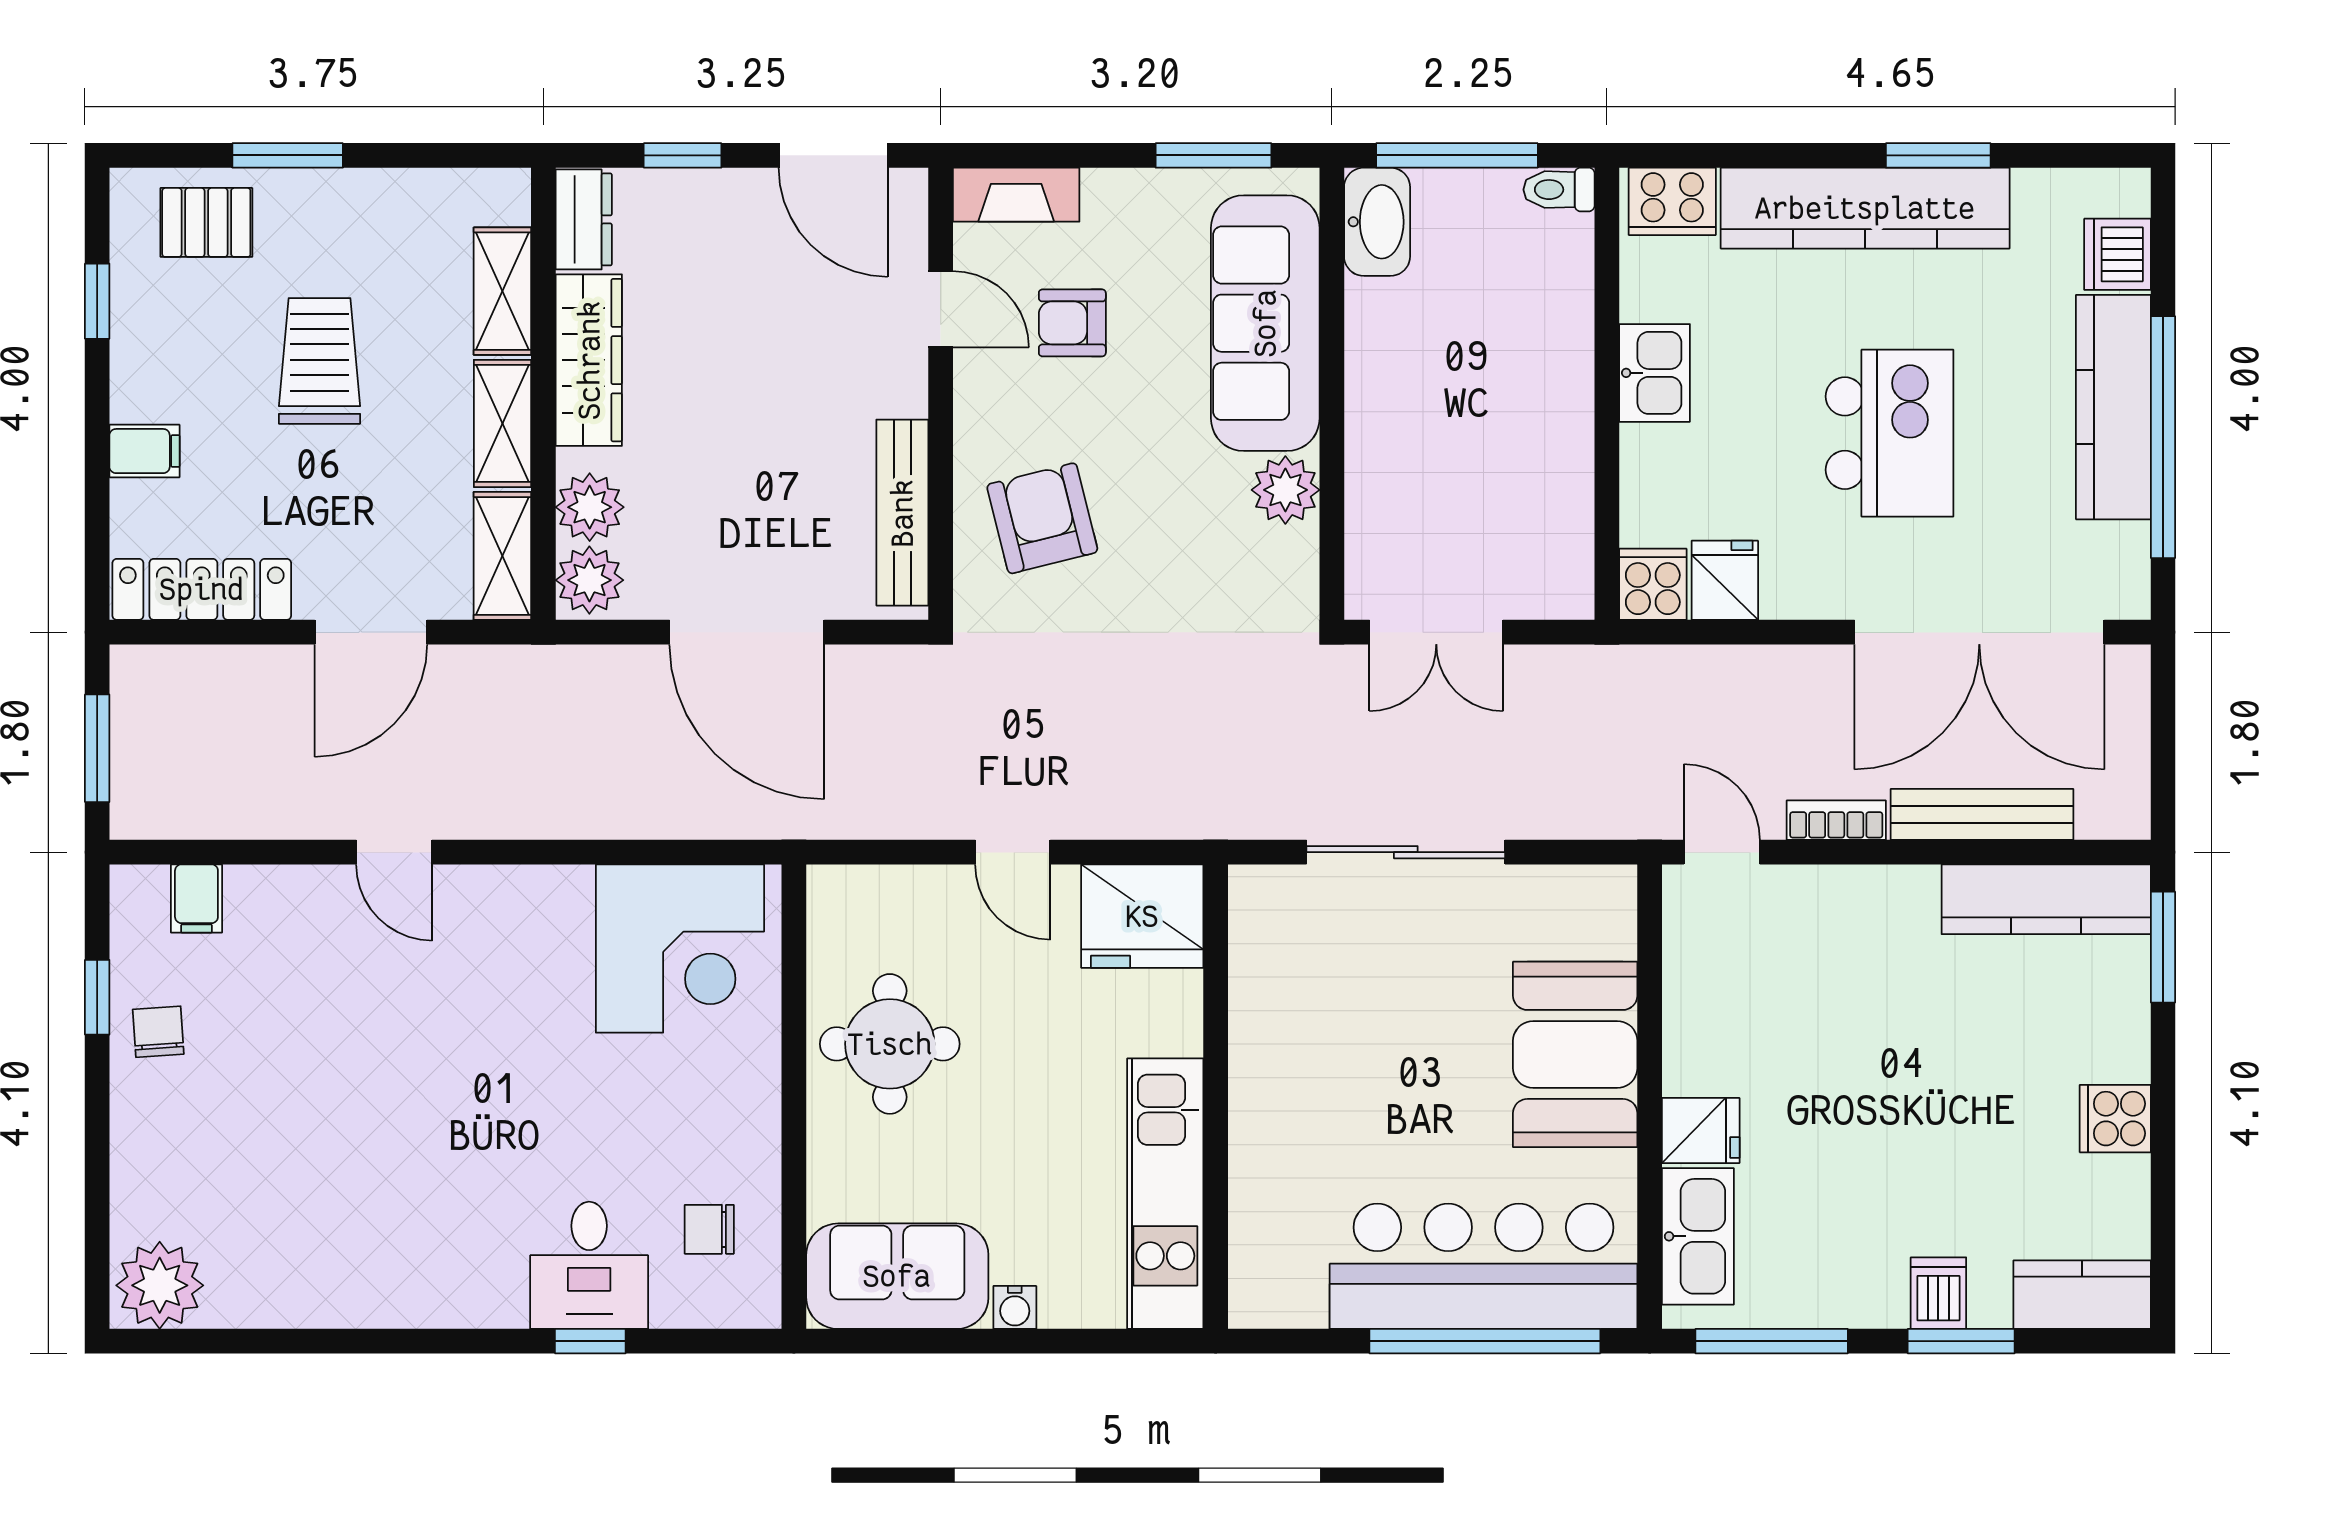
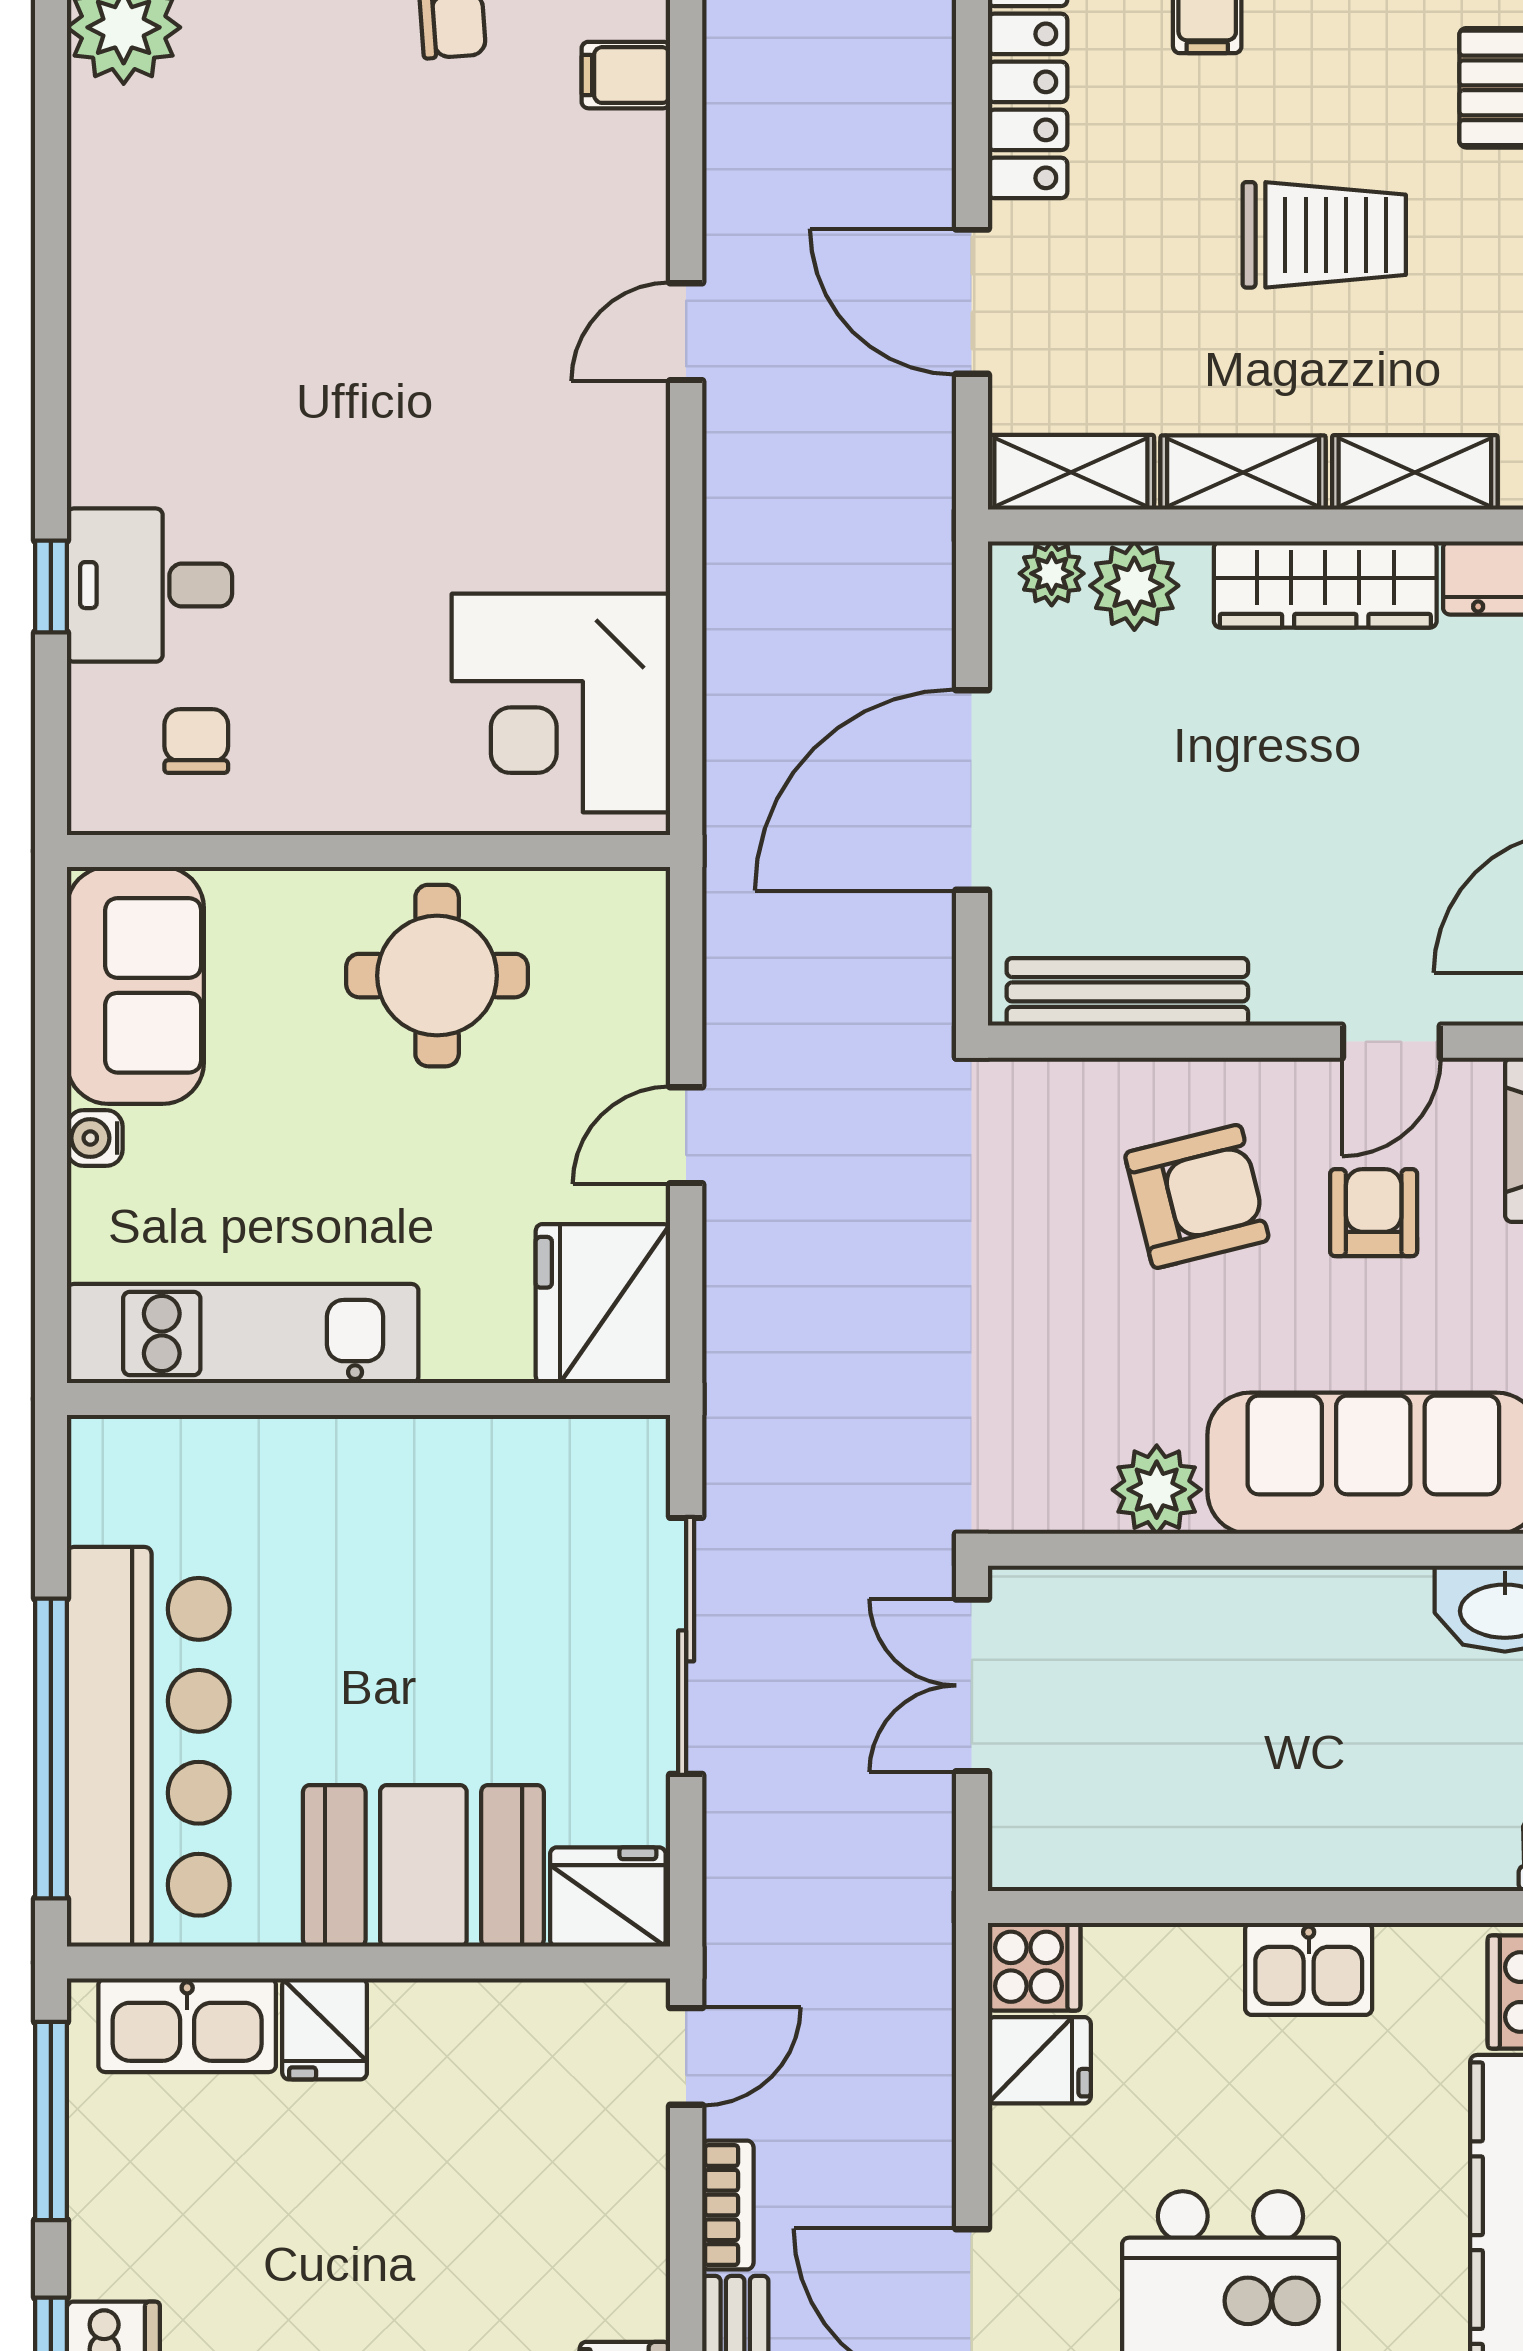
armchair: (1042, 518) -> (1197, 1196), moved
plant: (589, 580) -> (1052, 573), width x0.73, depth x0.73
fridge: (1599, 912) -> (608, 1897), added

